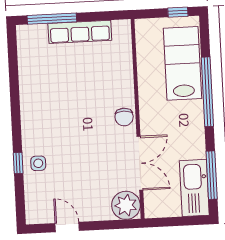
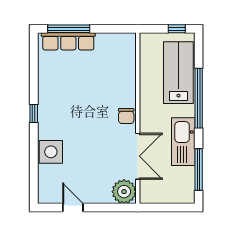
row of seats: (80, 32) -> (68, 41), moved
window: (18, 163) -> (34, 113), moved
side table: (38, 163) -> (51, 152), width x1.87, depth x1.87
kitchen sink: (194, 188) -> (183, 142), moved

